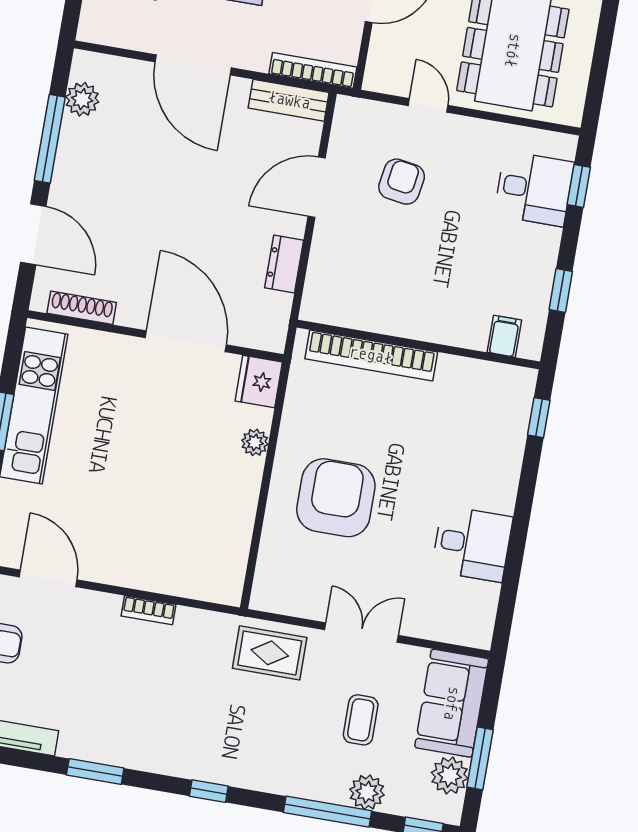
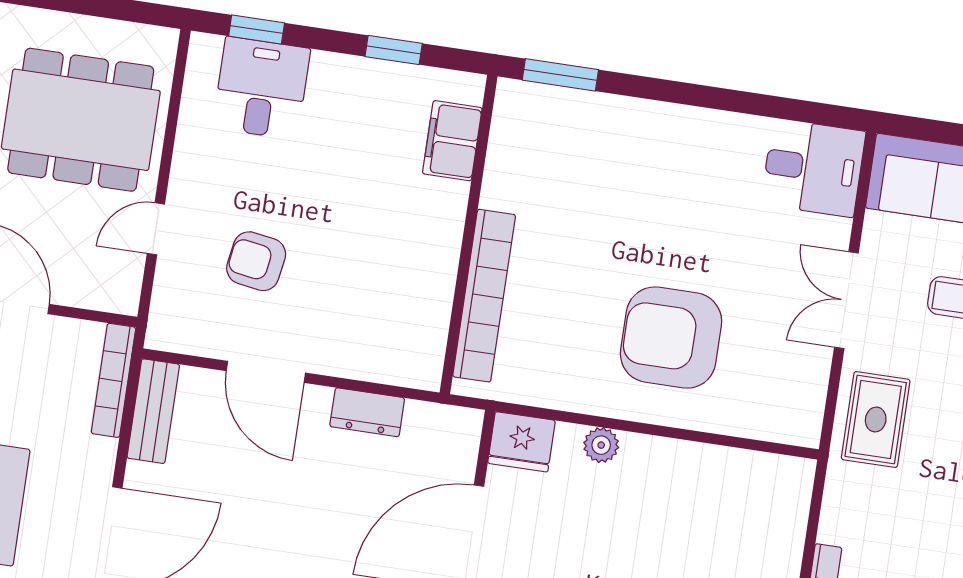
filing cabinet: (504, 336) -> (452, 141), width x2.00
window: (539, 418) -> (560, 75), width x1.50
desk: (472, 544) -> (813, 168), moved, turned 90

